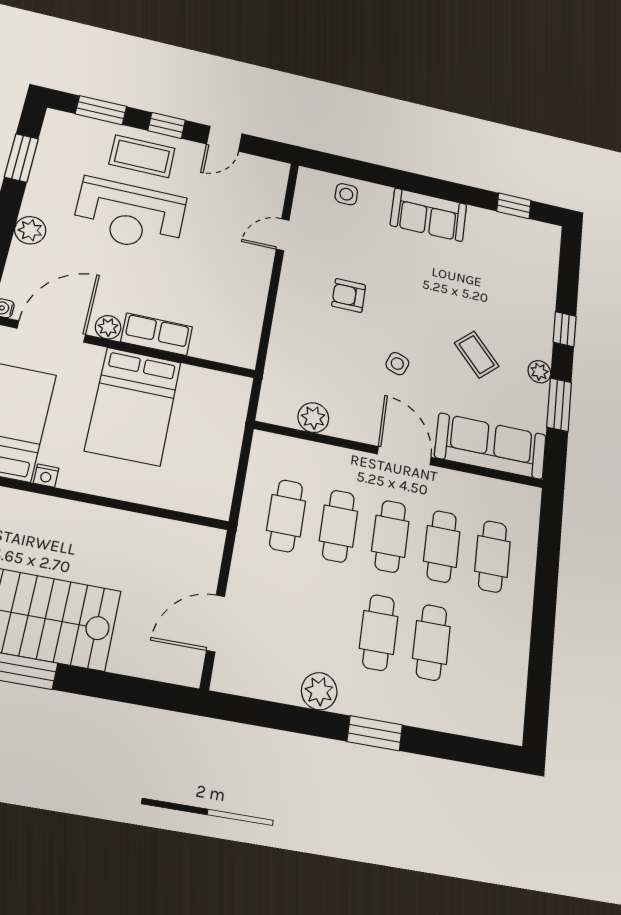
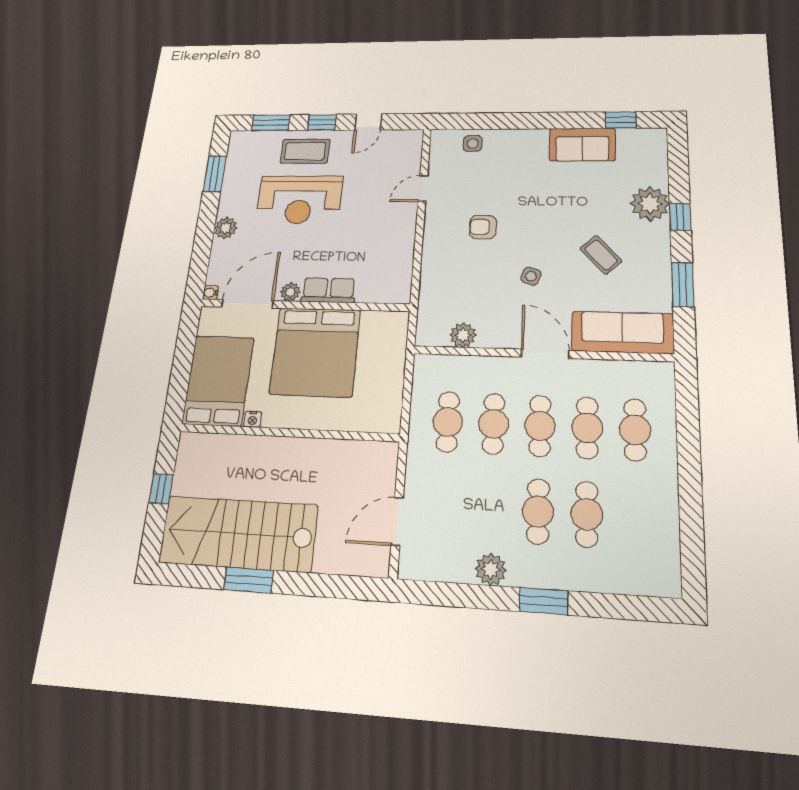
sofa: (429, 215) -> (582, 145), moved
plant: (539, 372) -> (650, 204), moved, width x1.88, depth x1.88
bed: (133, 406) -> (315, 352), width x1.36

